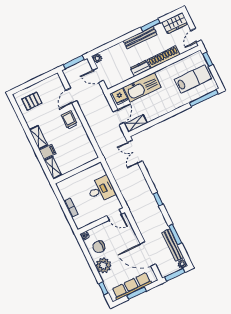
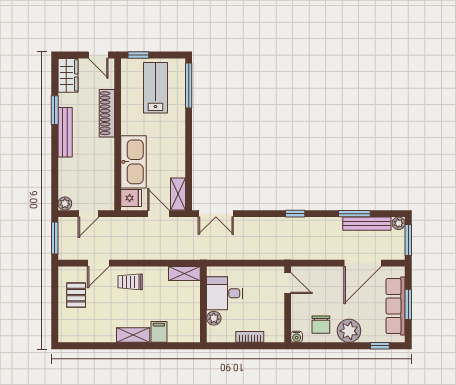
dresser: (140, 68) -> (107, 152), removed
door: (71, 96) -> (98, 263), hinge flipped
pallet: (32, 101) -> (76, 295), moved
shelving: (53, 168) -> (184, 274), moved
plant: (72, 181) -> (214, 318), added
desk: (101, 190) -> (225, 293), moved, turned -90
door: (114, 215) -> (288, 283), hinge flipped

